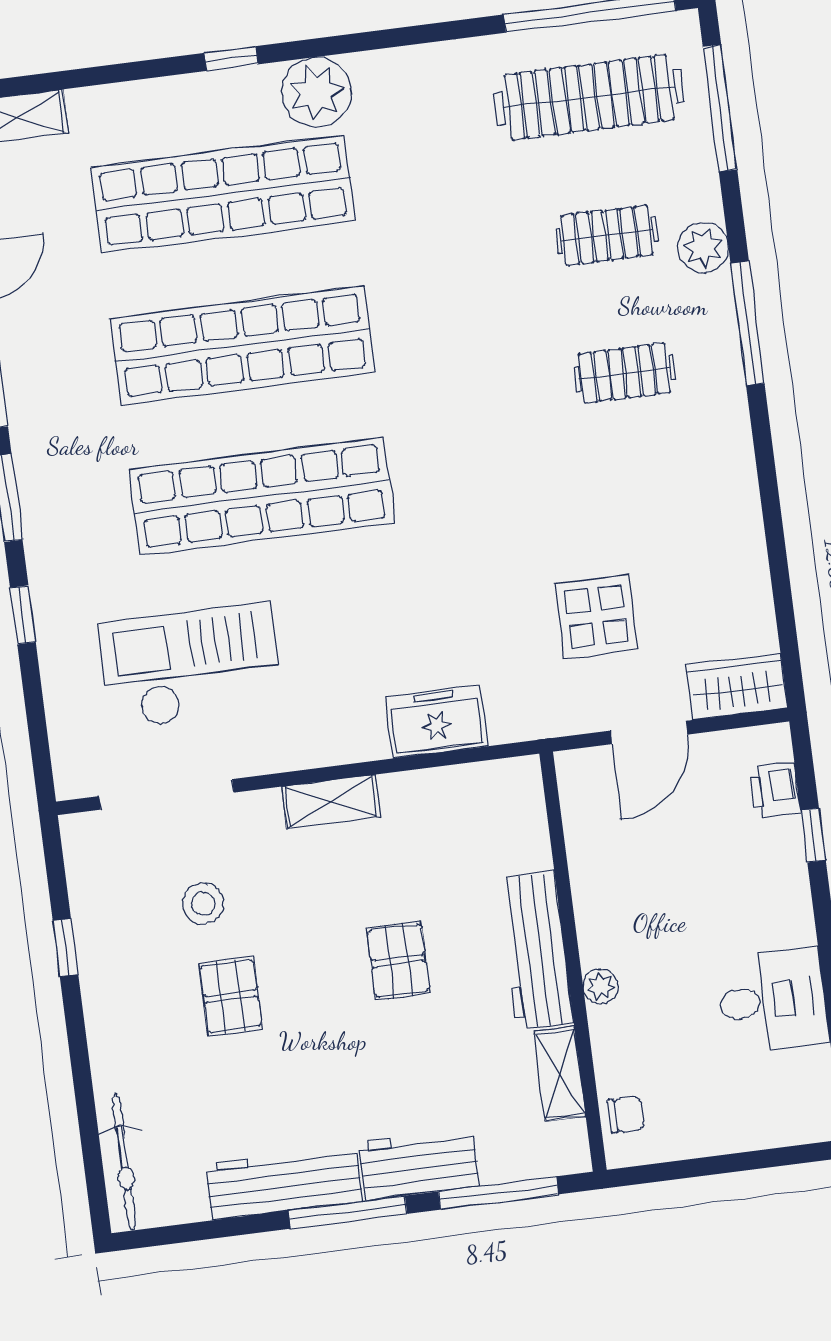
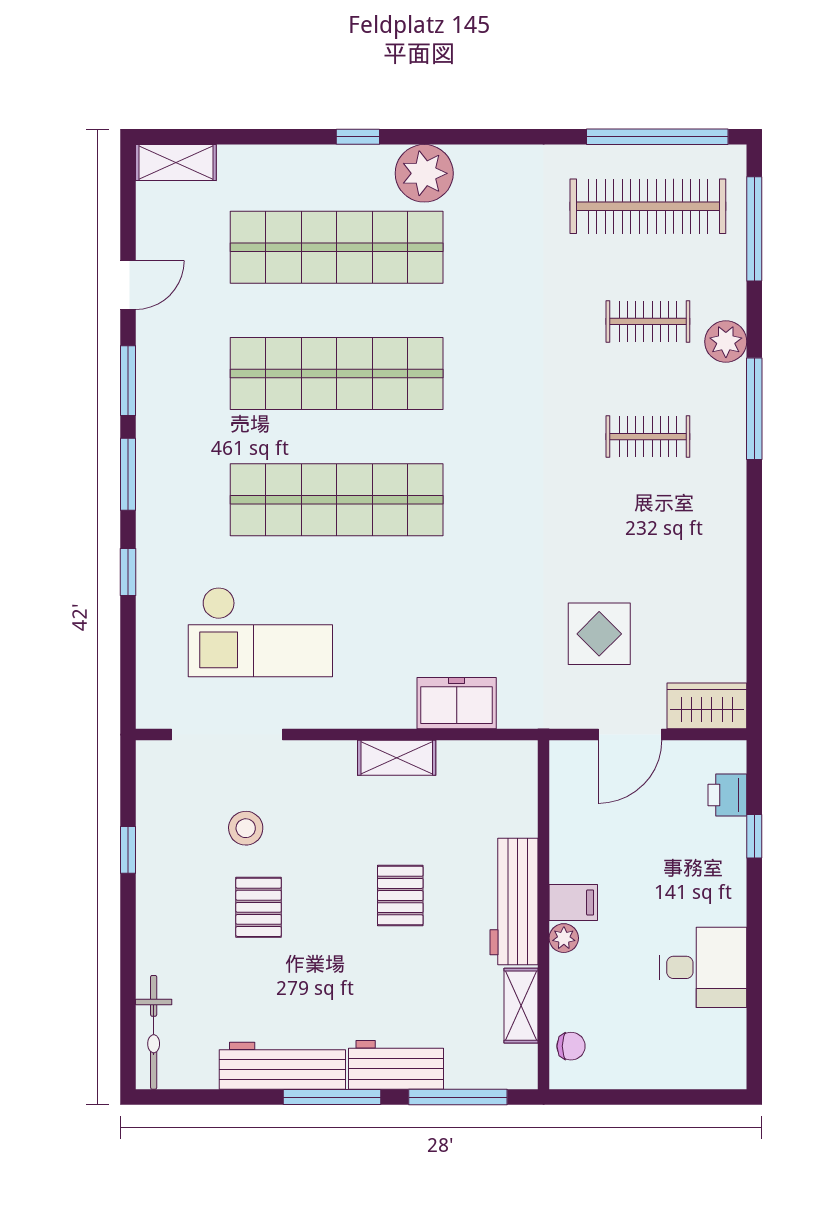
checkout: (191, 666) -> (260, 632), turned 180
shelving: (331, 802) -> (397, 758), moved
filing cabinet: (607, 942) -> (573, 902), added

